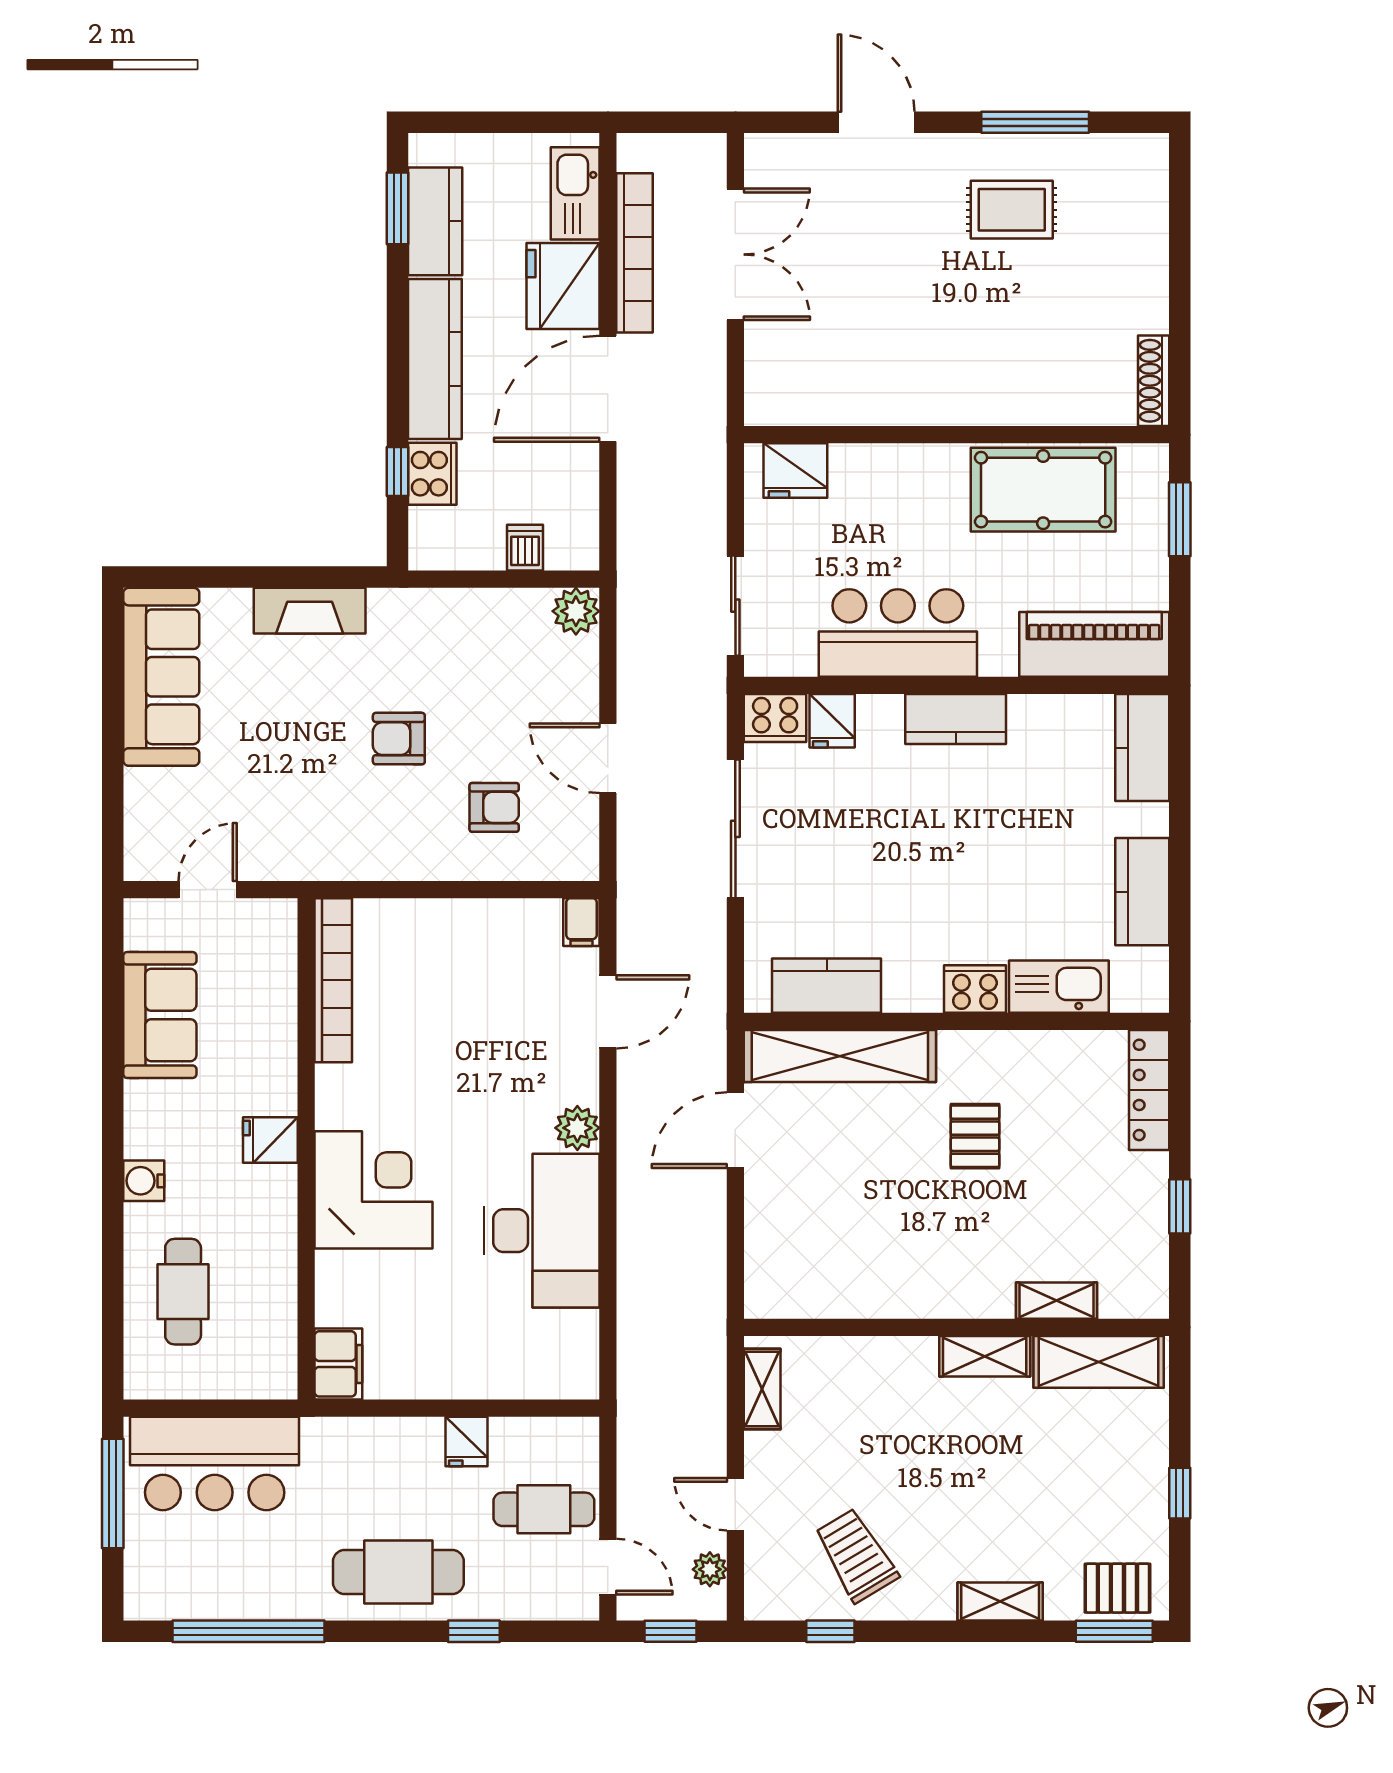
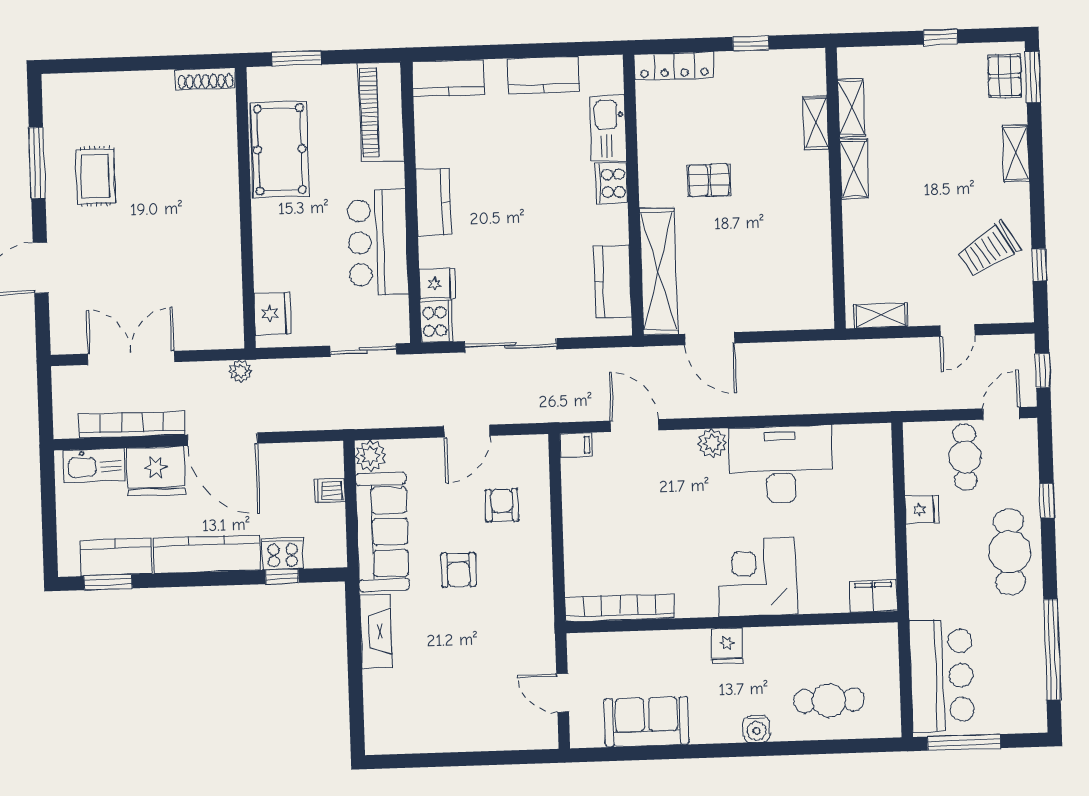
sofa: (161, 677) -> (382, 532), moved, turned 90
shelving: (1099, 1362) -> (851, 108), width x0.67, depth x0.75
plant: (710, 1569) -> (240, 371), moved

